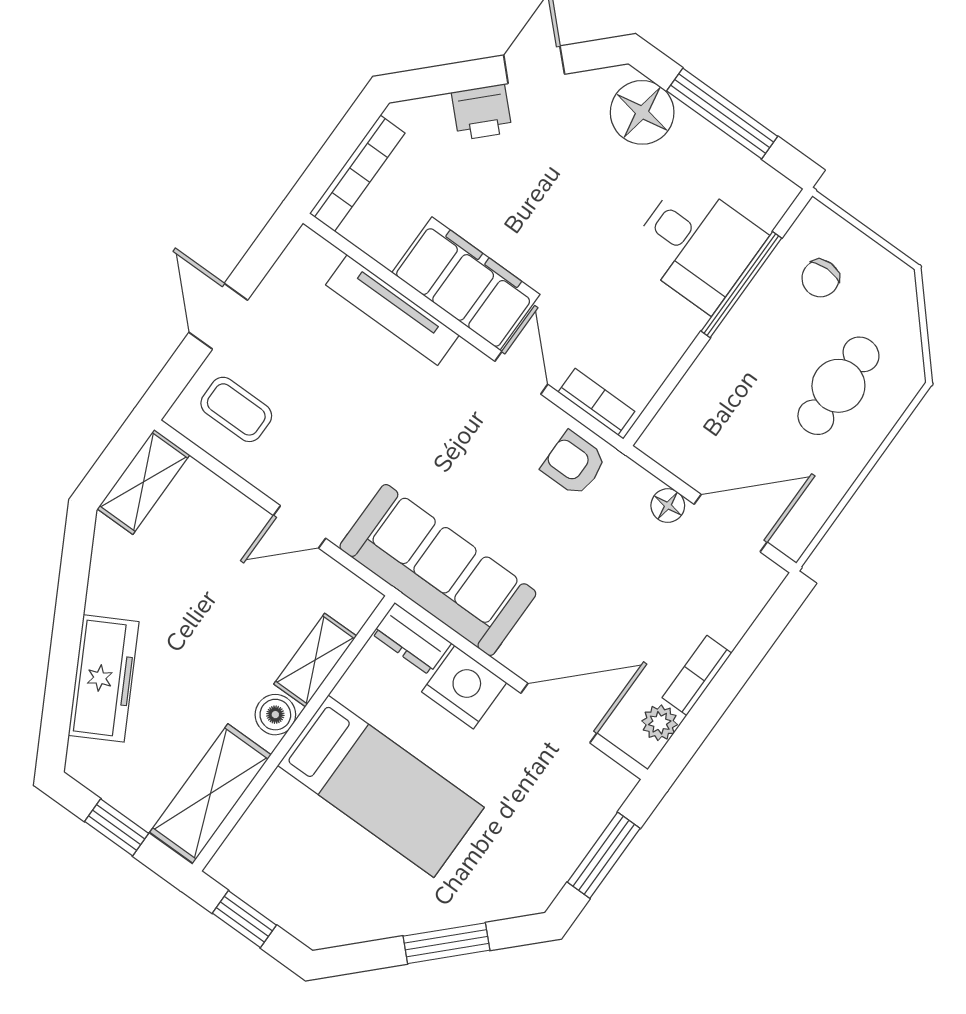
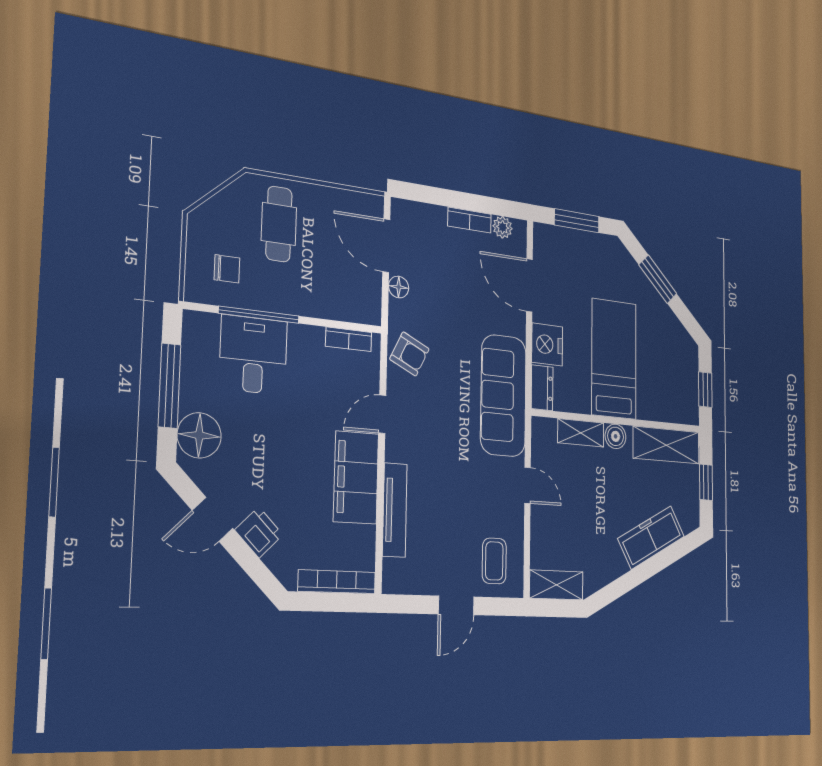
cafe table: (838, 386) -> (279, 224), turned 90
bookcase: (596, 402) -> (349, 339), moved, turned -90
armchair: (574, 464) -> (409, 354), turned -64

